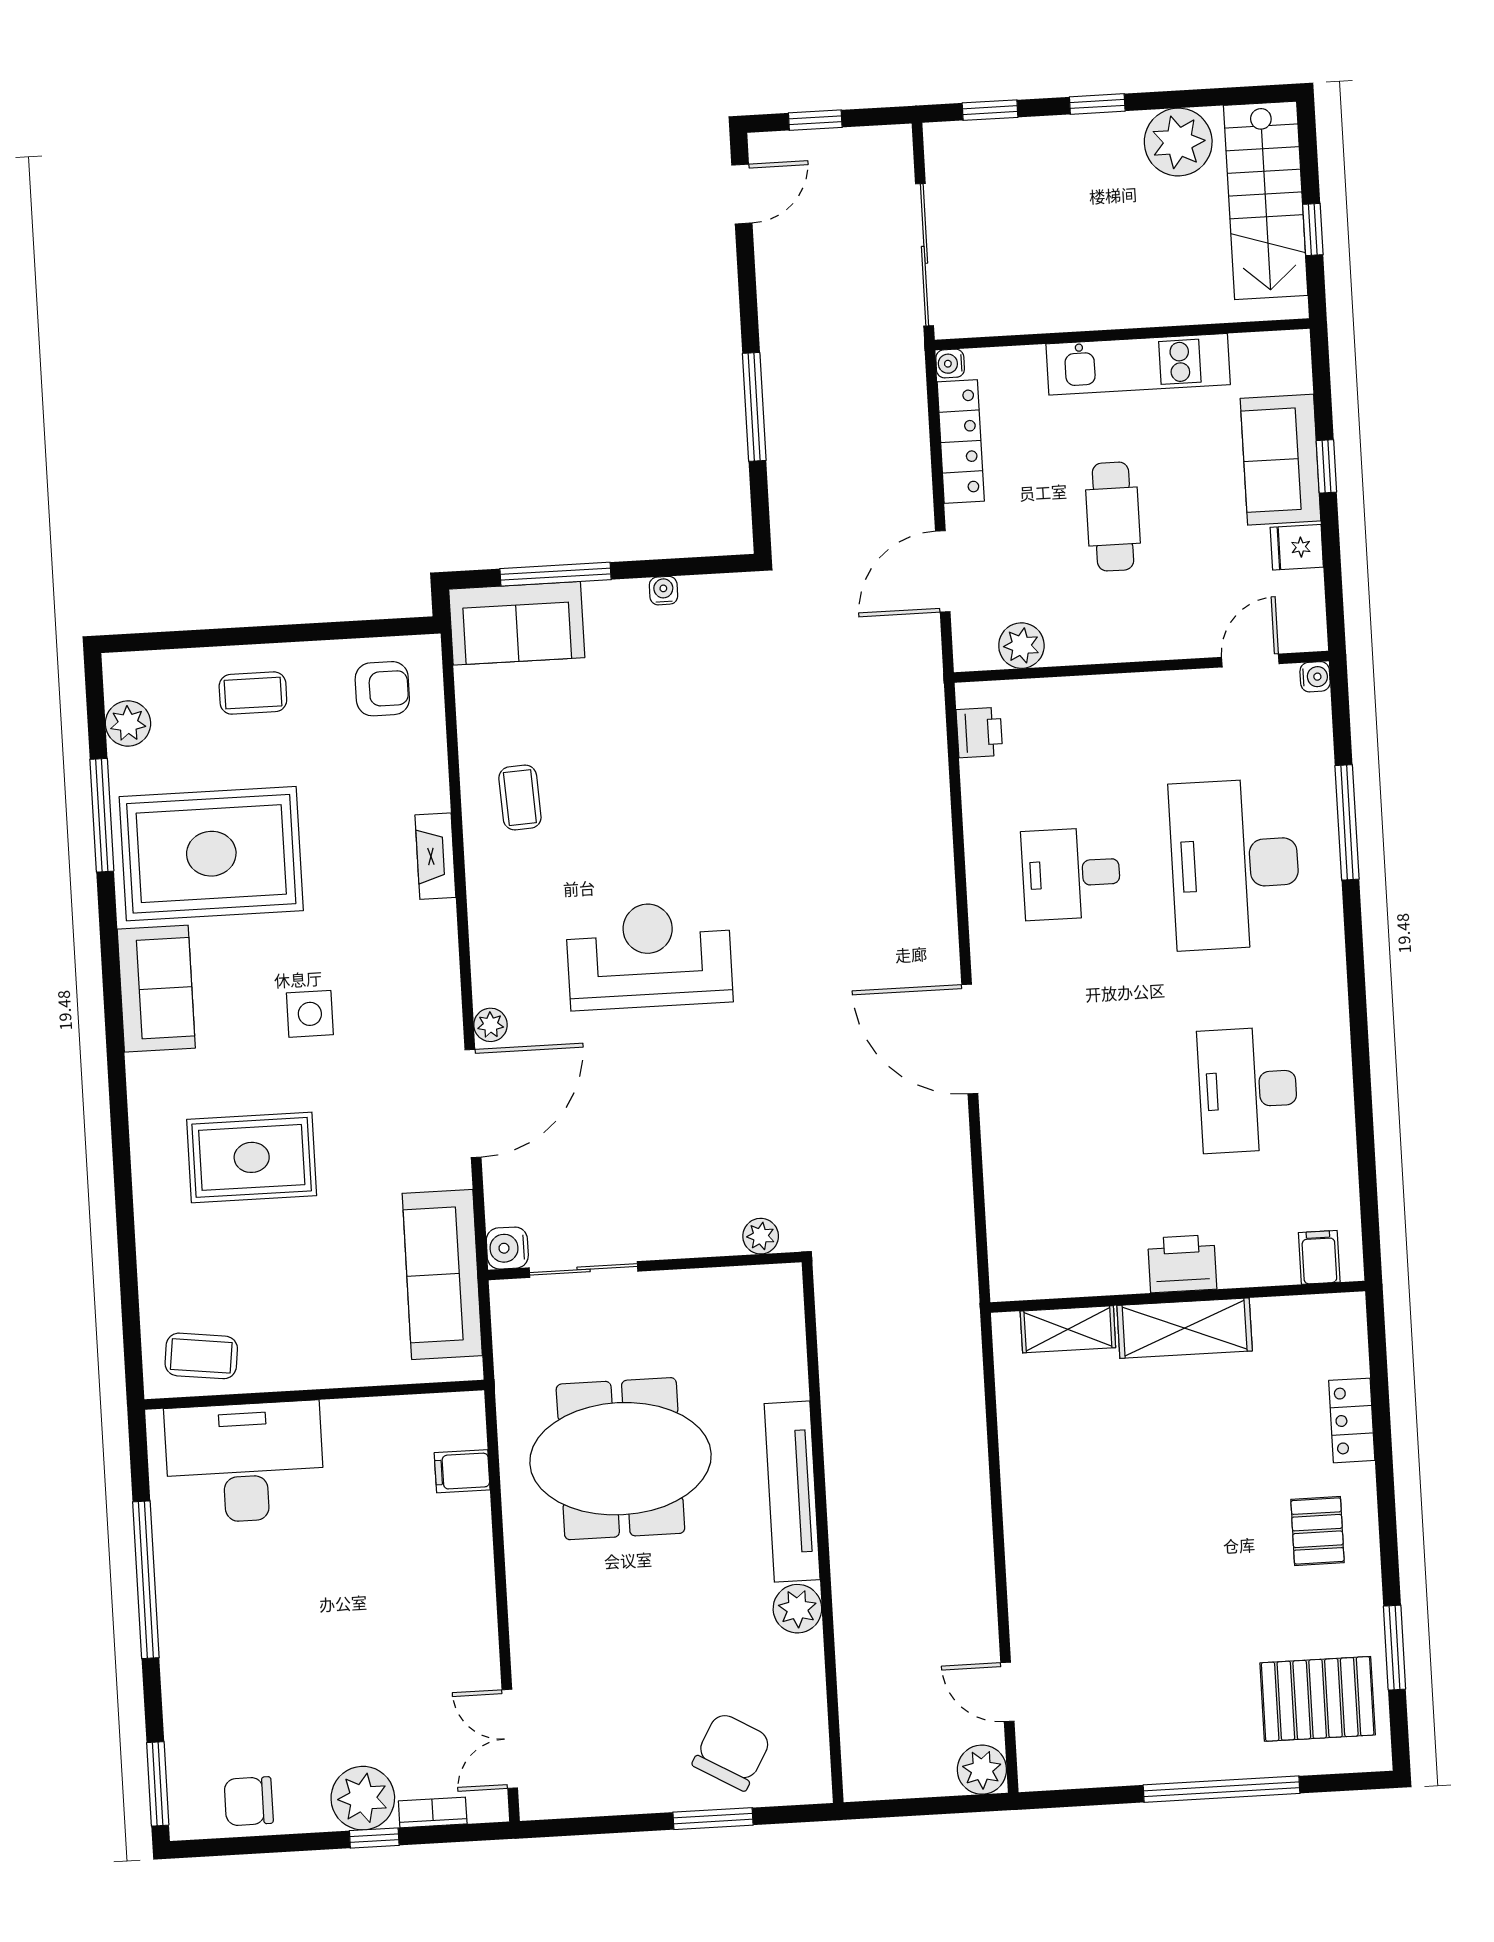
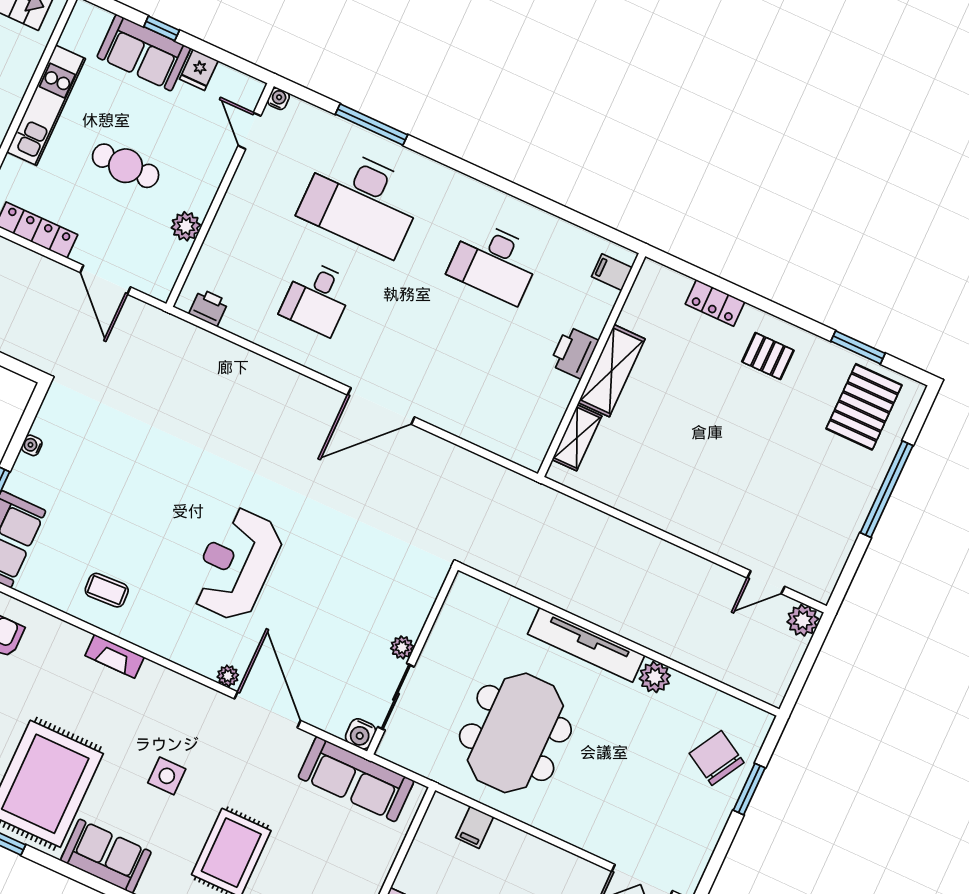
plant: (1021, 646) -> (186, 226), moved
plant: (761, 1236) -> (402, 647), moved

